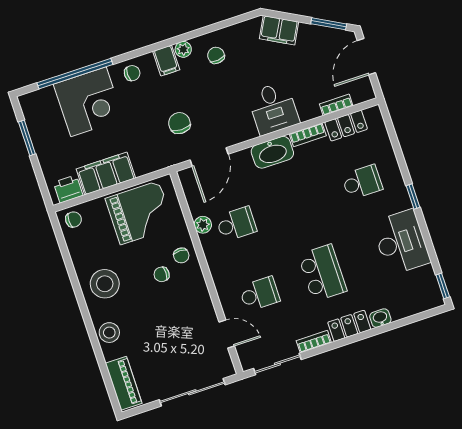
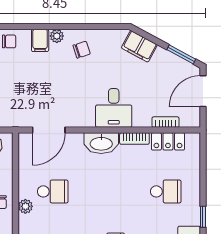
chair: (216, 55) -> (82, 50), turned 79
chair: (179, 123) -> (34, 95), removed
plant: (203, 225) -> (25, 206), moved

